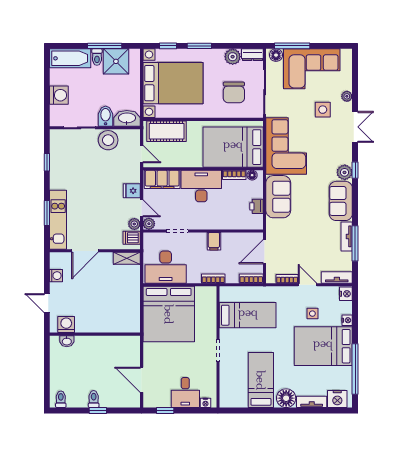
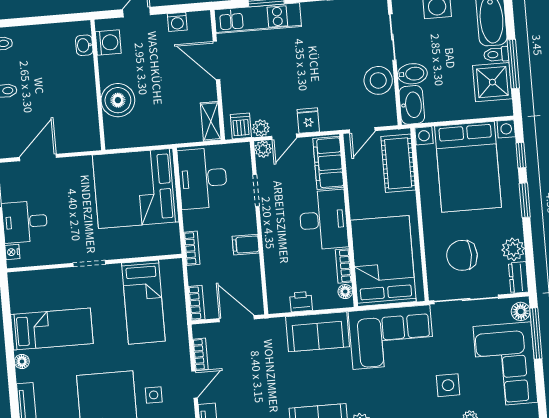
boiler: (107, 321) -> (118, 100), added
floor lamp: (286, 398) -> (22, 361), width x0.53, depth x0.53

